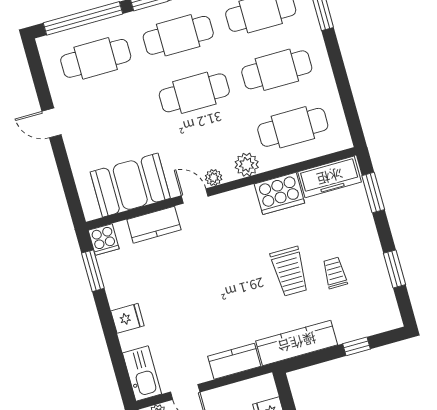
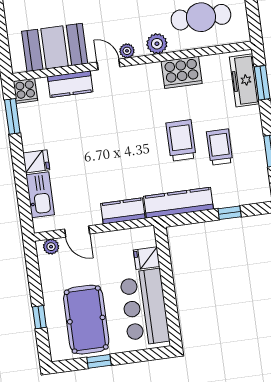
freezer: (330, 177) -> (244, 80), moved, turned 90
trolley: (290, 271) -> (181, 140), turned 180
trolley: (335, 273) -> (220, 147), width x1.36, depth x1.39
kitchen sink: (142, 373) -> (40, 195), moved

